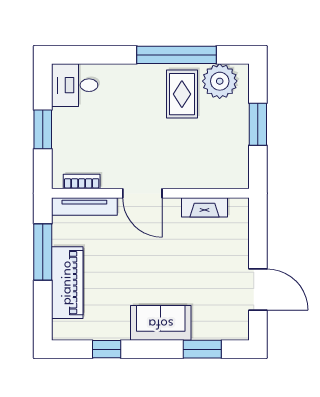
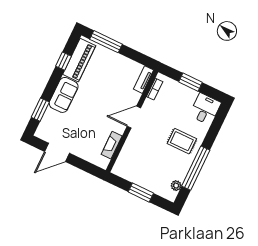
plant: (220, 81) -> (176, 186), width x0.53, depth x0.53
rug: (182, 94) -> (182, 141), moved
tv unit: (84, 207) -> (144, 80), width x0.71
window: (43, 252) -> (106, 42), moved
piano: (67, 283) -> (79, 60), moved, turned -90

